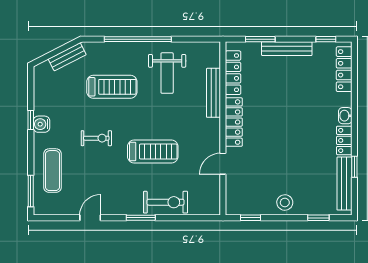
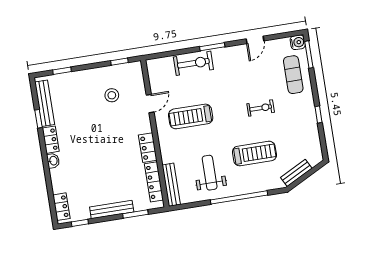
locker: (344, 69) -> (61, 207), width x0.66
treadmill: (112, 87) -> (254, 154), turned 180
bench: (214, 93) -> (171, 185), moved
locker: (234, 122) -> (148, 148), width x0.66
water cooler: (41, 124) -> (298, 42), moved
exercise bike: (96, 138) -> (261, 108), turned 180
treadmill: (153, 151) -> (191, 116), moved
exercise bike: (166, 202) -> (193, 63), turned 180
stool: (285, 202) -> (112, 95), moved

